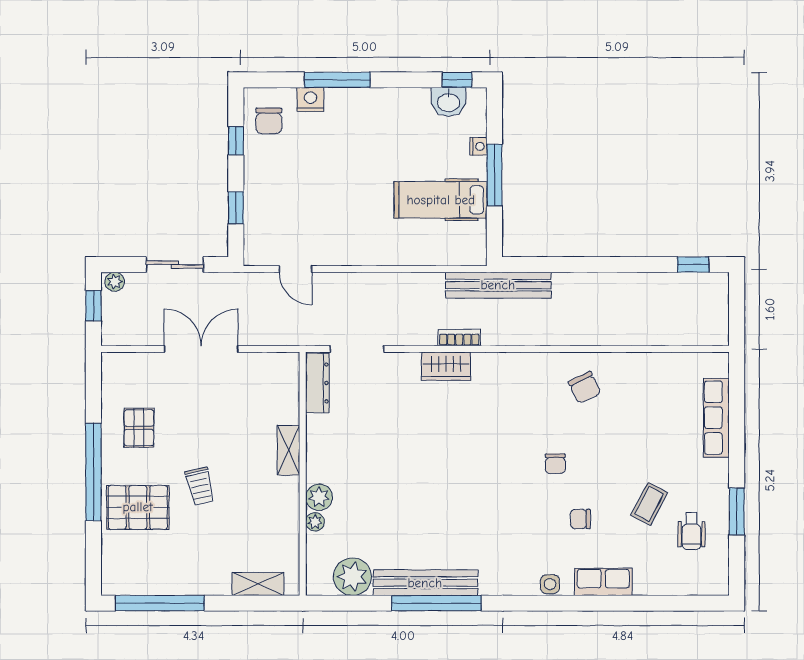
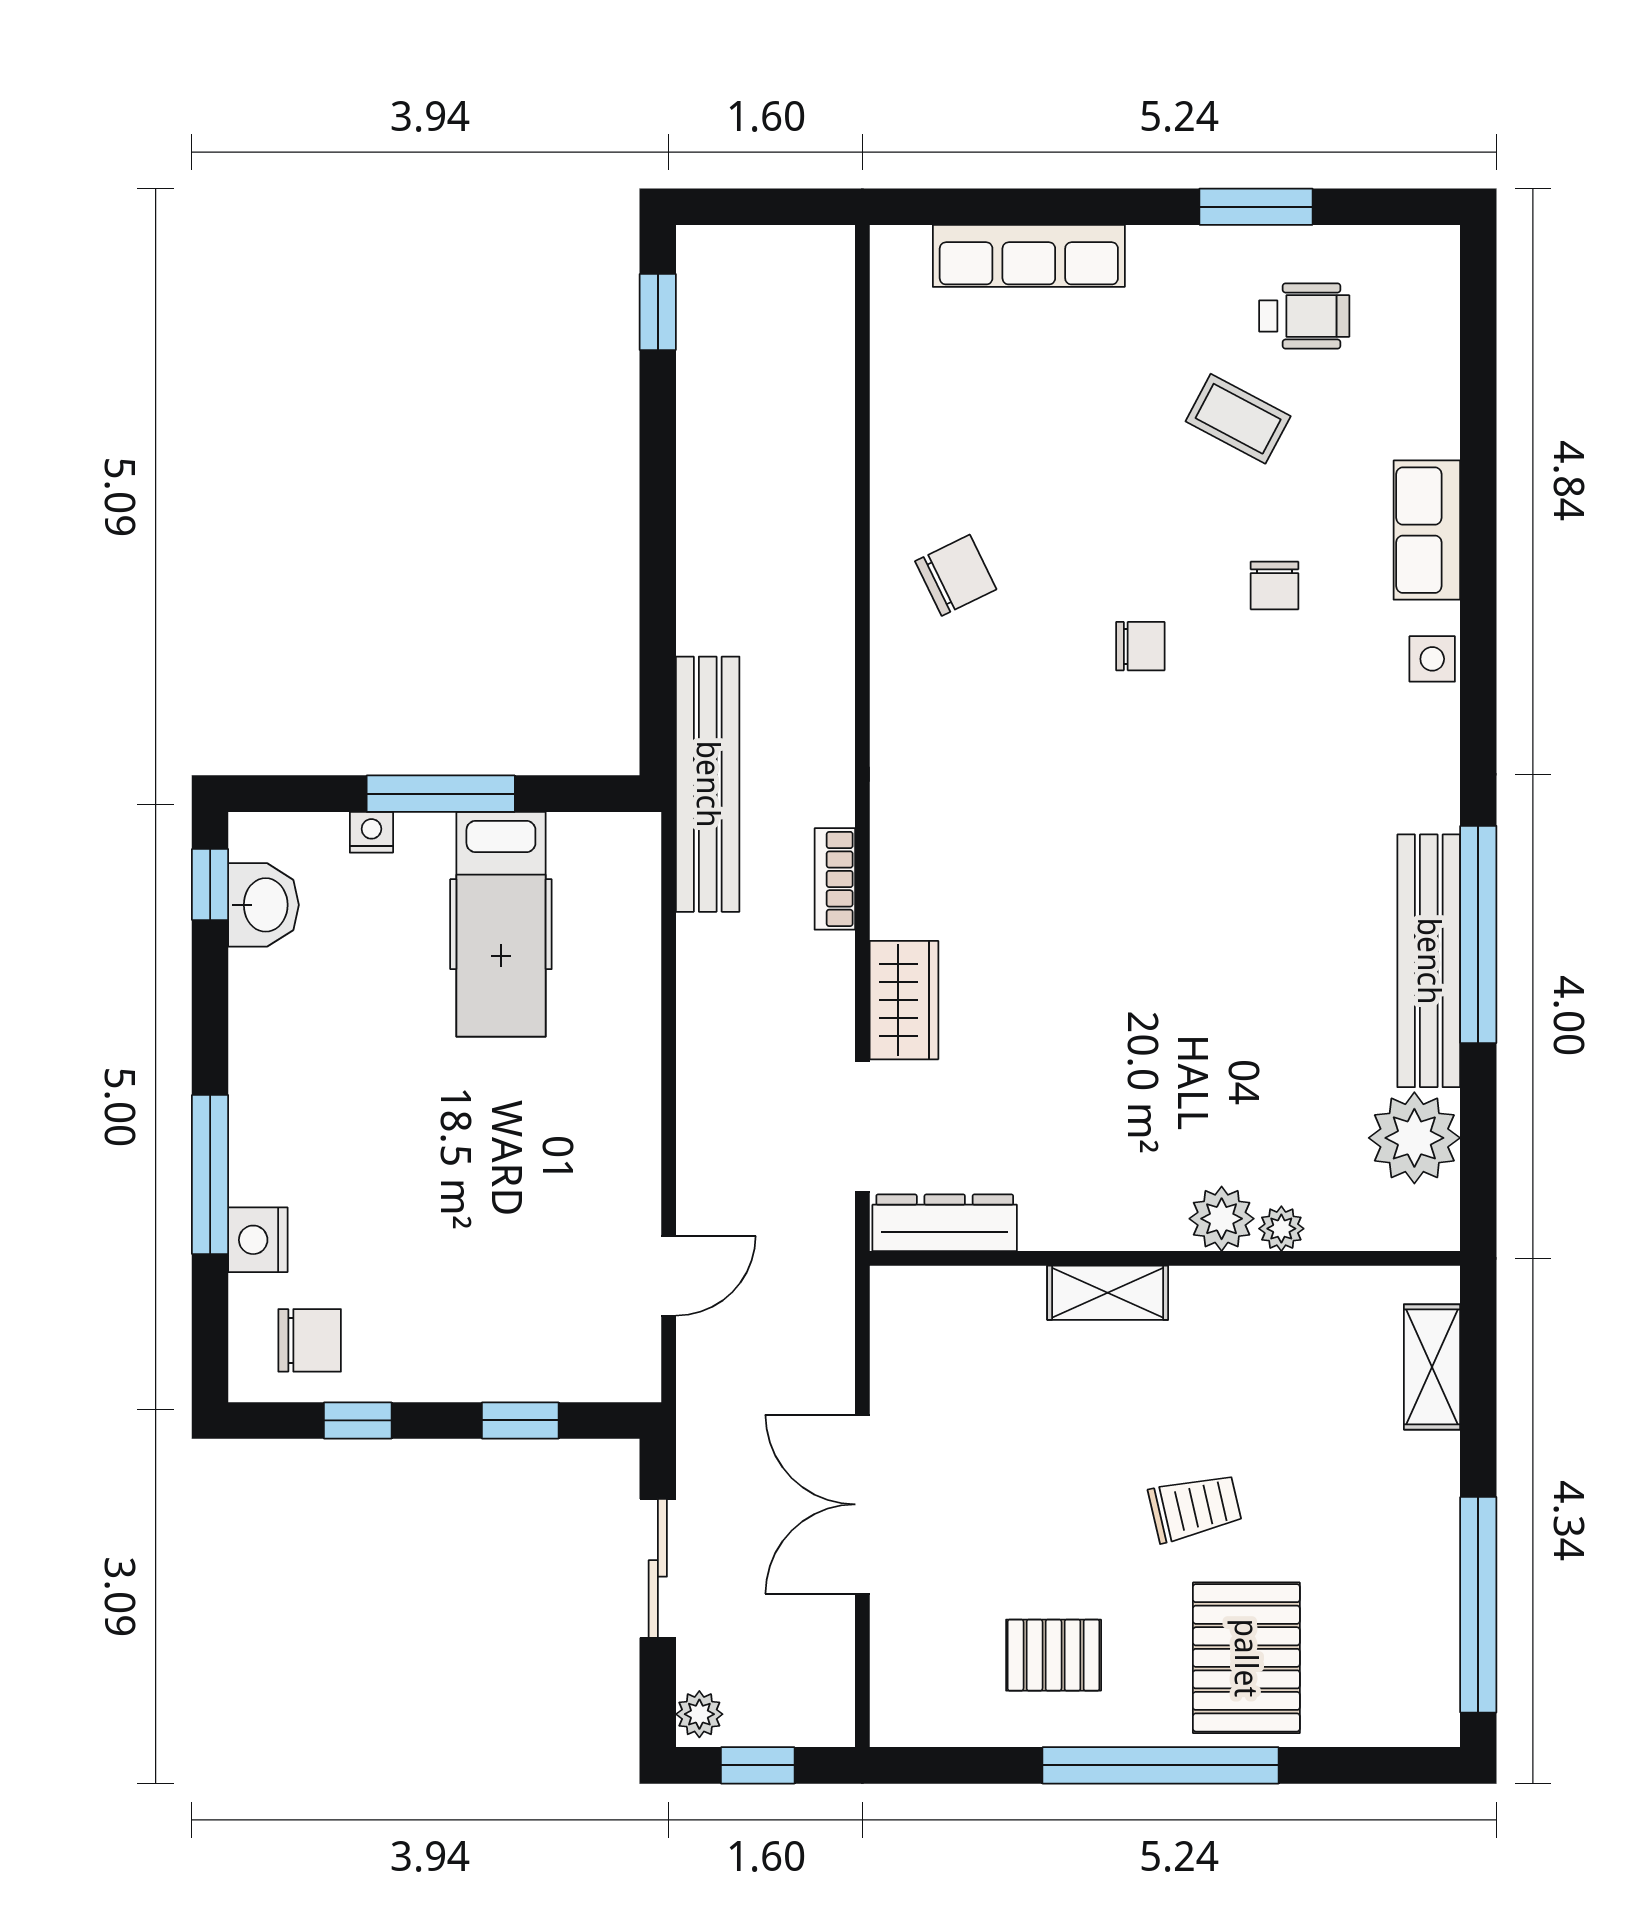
wardrobe: (446, 366) -> (904, 1000), moved

